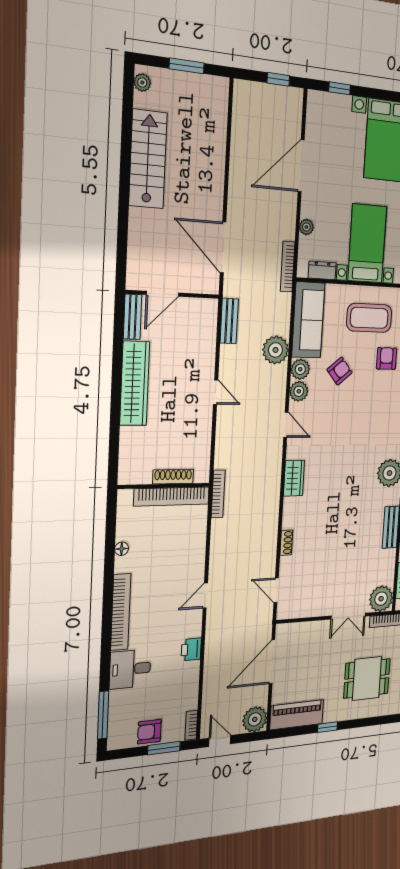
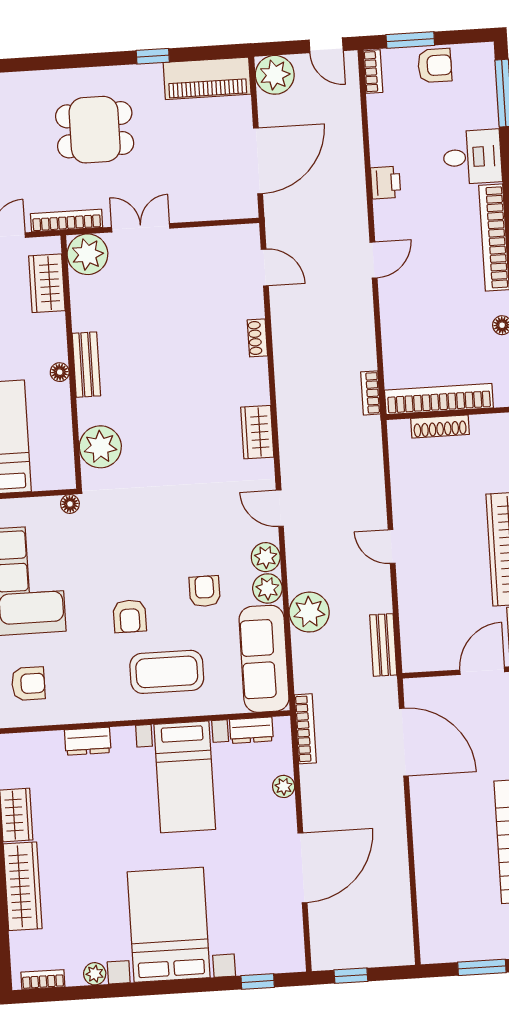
armchair: (340, 371) -> (205, 591), turned 130
bookcase: (218, 494) -> (371, 393), width x0.64

